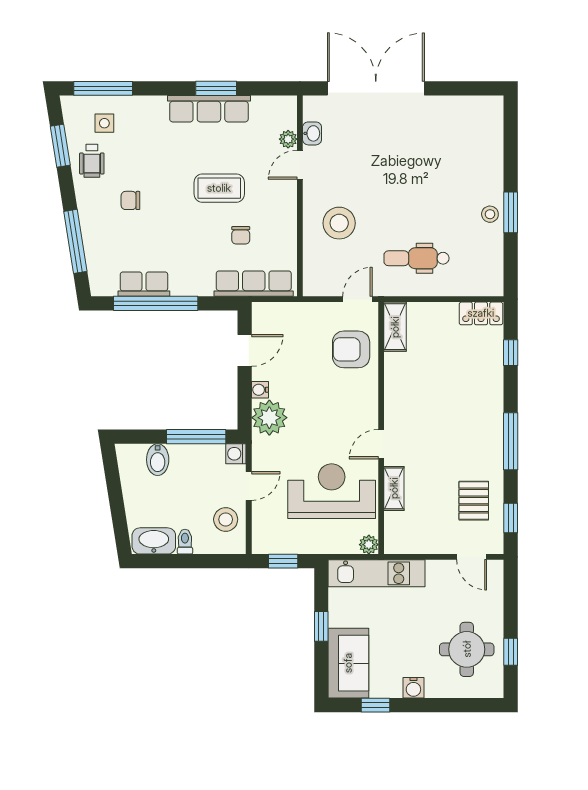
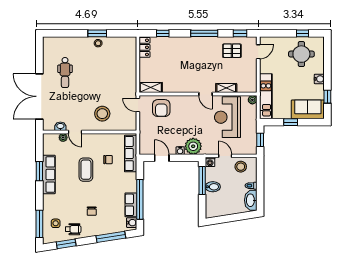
dental chair: (416, 258) -> (65, 73), moved
water cooler: (106, 286) -> (132, 223), added
bidet: (158, 460) -> (213, 187), moved

